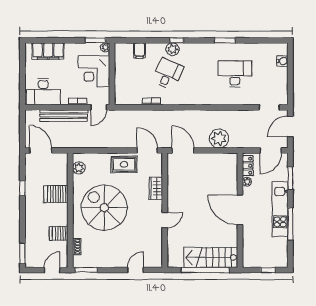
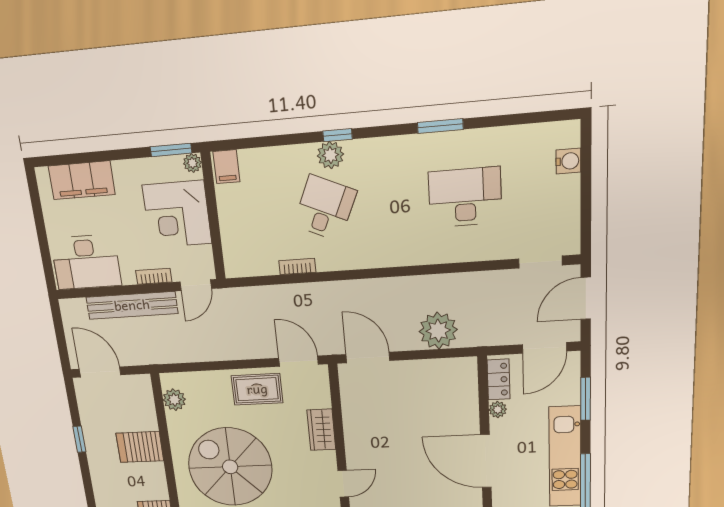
filing cabinet: (140, 50) -> (226, 167), moved

